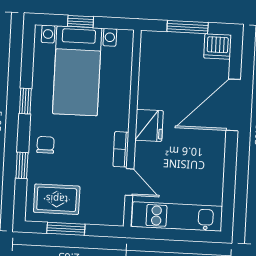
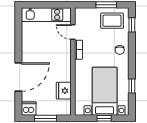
window: (25, 101) -> (132, 86), moved
fridge: (149, 125) -> (64, 91), moved
window: (22, 165) -> (132, 25), moved

